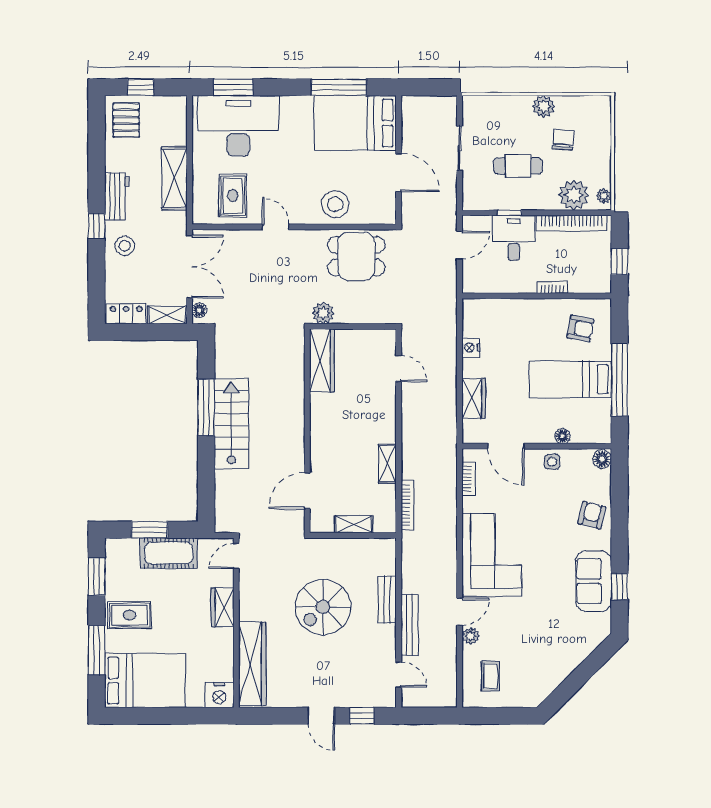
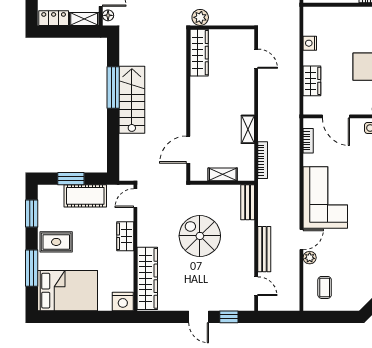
bench: (387, 600) -> (248, 202), moved
spiral stairs: (323, 607) -> (200, 236), turned 90

